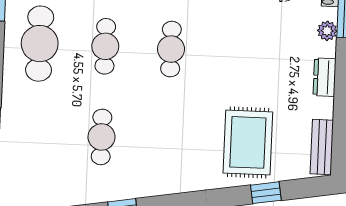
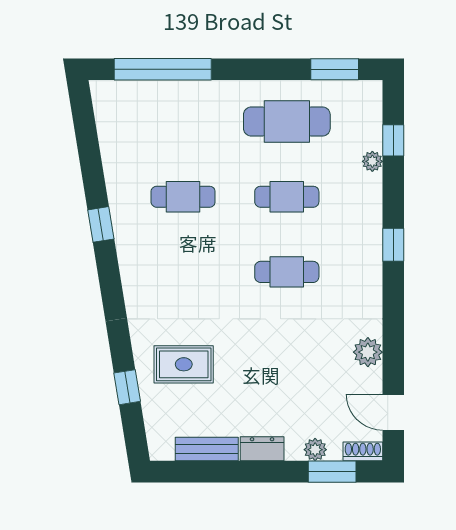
rug: (248, 142) -> (184, 364), width x0.73, depth x0.70
bench: (322, 147) -> (207, 449), moved

